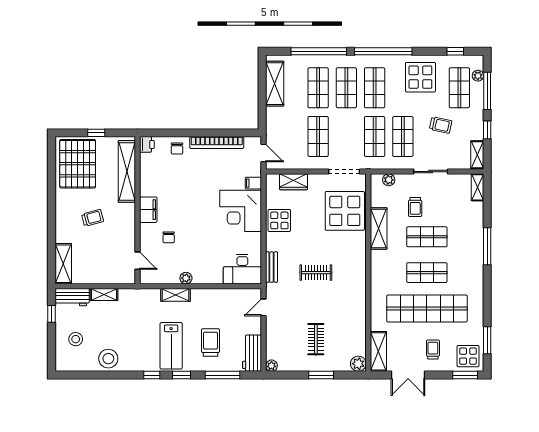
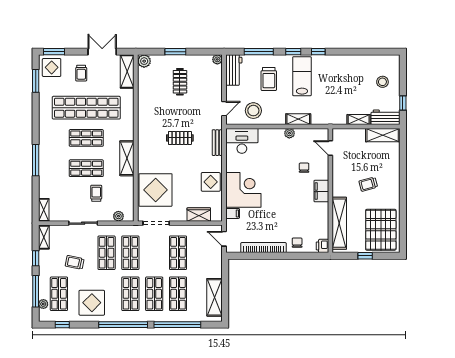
shelving: (379, 228) -> (127, 158), moved
shelving: (63, 264) -> (383, 135), moved, turned 90
stool: (108, 359) -> (253, 111), moved

